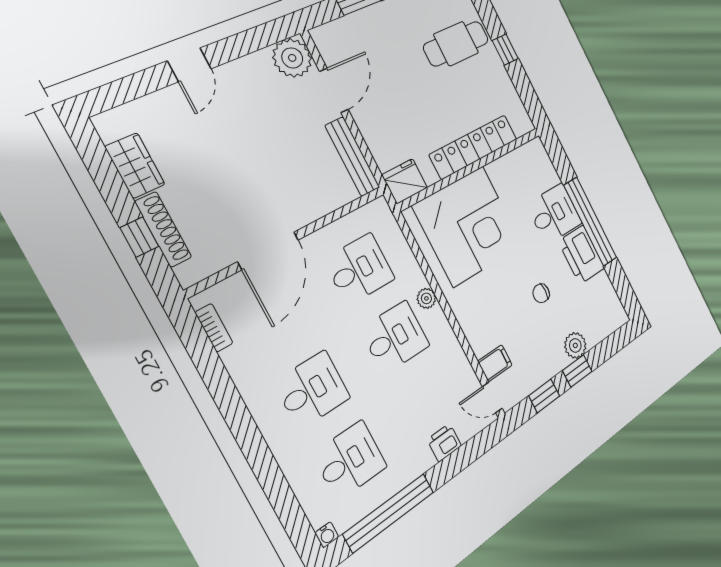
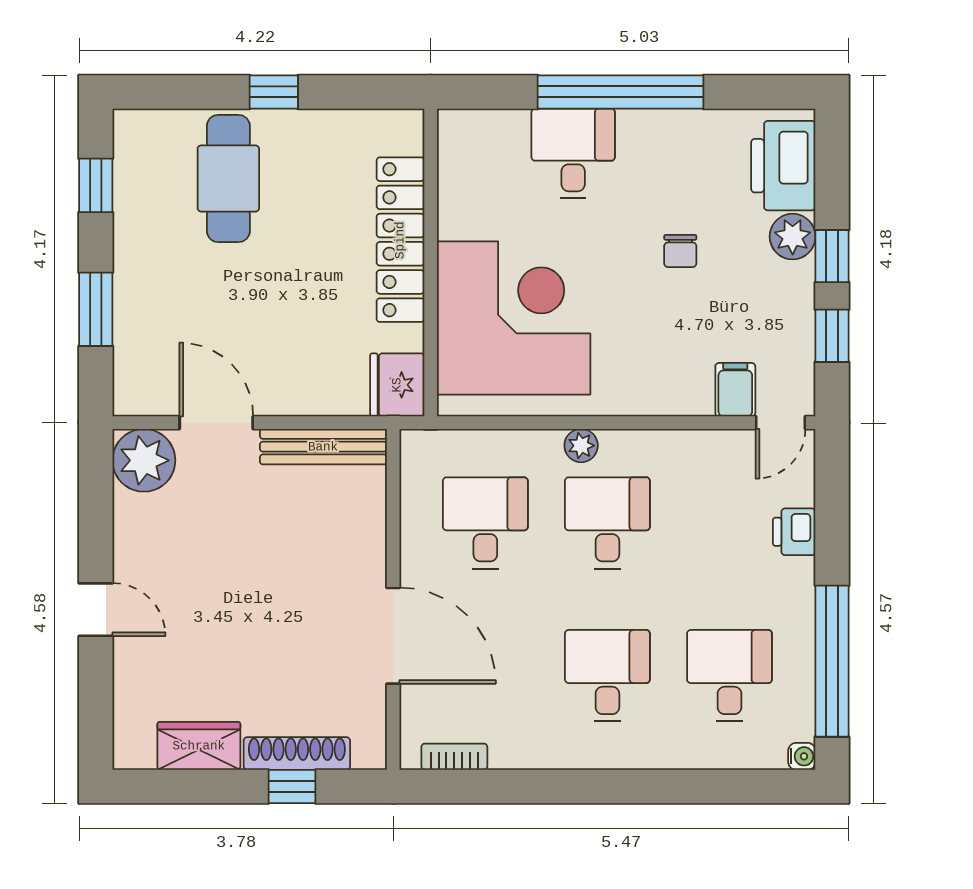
printer: (581, 255) -> (783, 166), moved, turned 90

